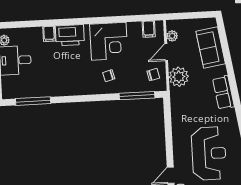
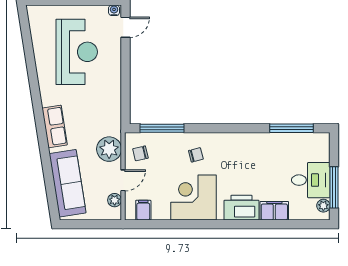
filing cabinet: (49, 34) -> (274, 211), width x2.00
sofa: (211, 47) -> (68, 183), width x1.36
reception desk: (209, 153) -> (77, 52), turned 180

